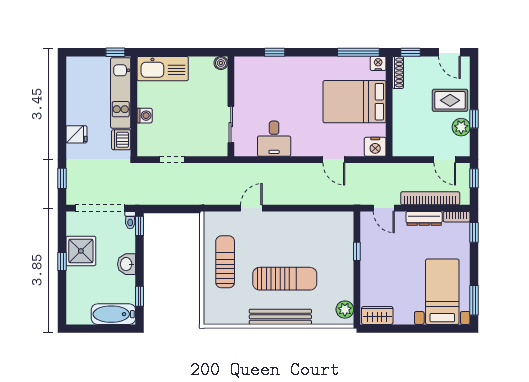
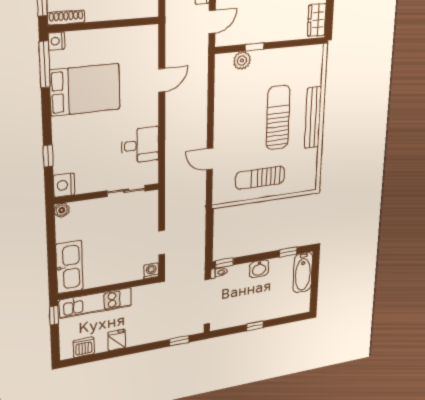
bed: (355, 102) -> (85, 90), moved, turned -90
washing machine: (145, 116) -> (151, 271), moved
fridge: (76, 134) -> (117, 340), moved
dishwasher: (121, 140) -> (84, 347), moved, turned 180
nightstand: (375, 147) -> (64, 185), moved, turned 180
shower: (81, 251) -> (246, 311), removed
plant: (345, 310) -> (242, 61), moved

